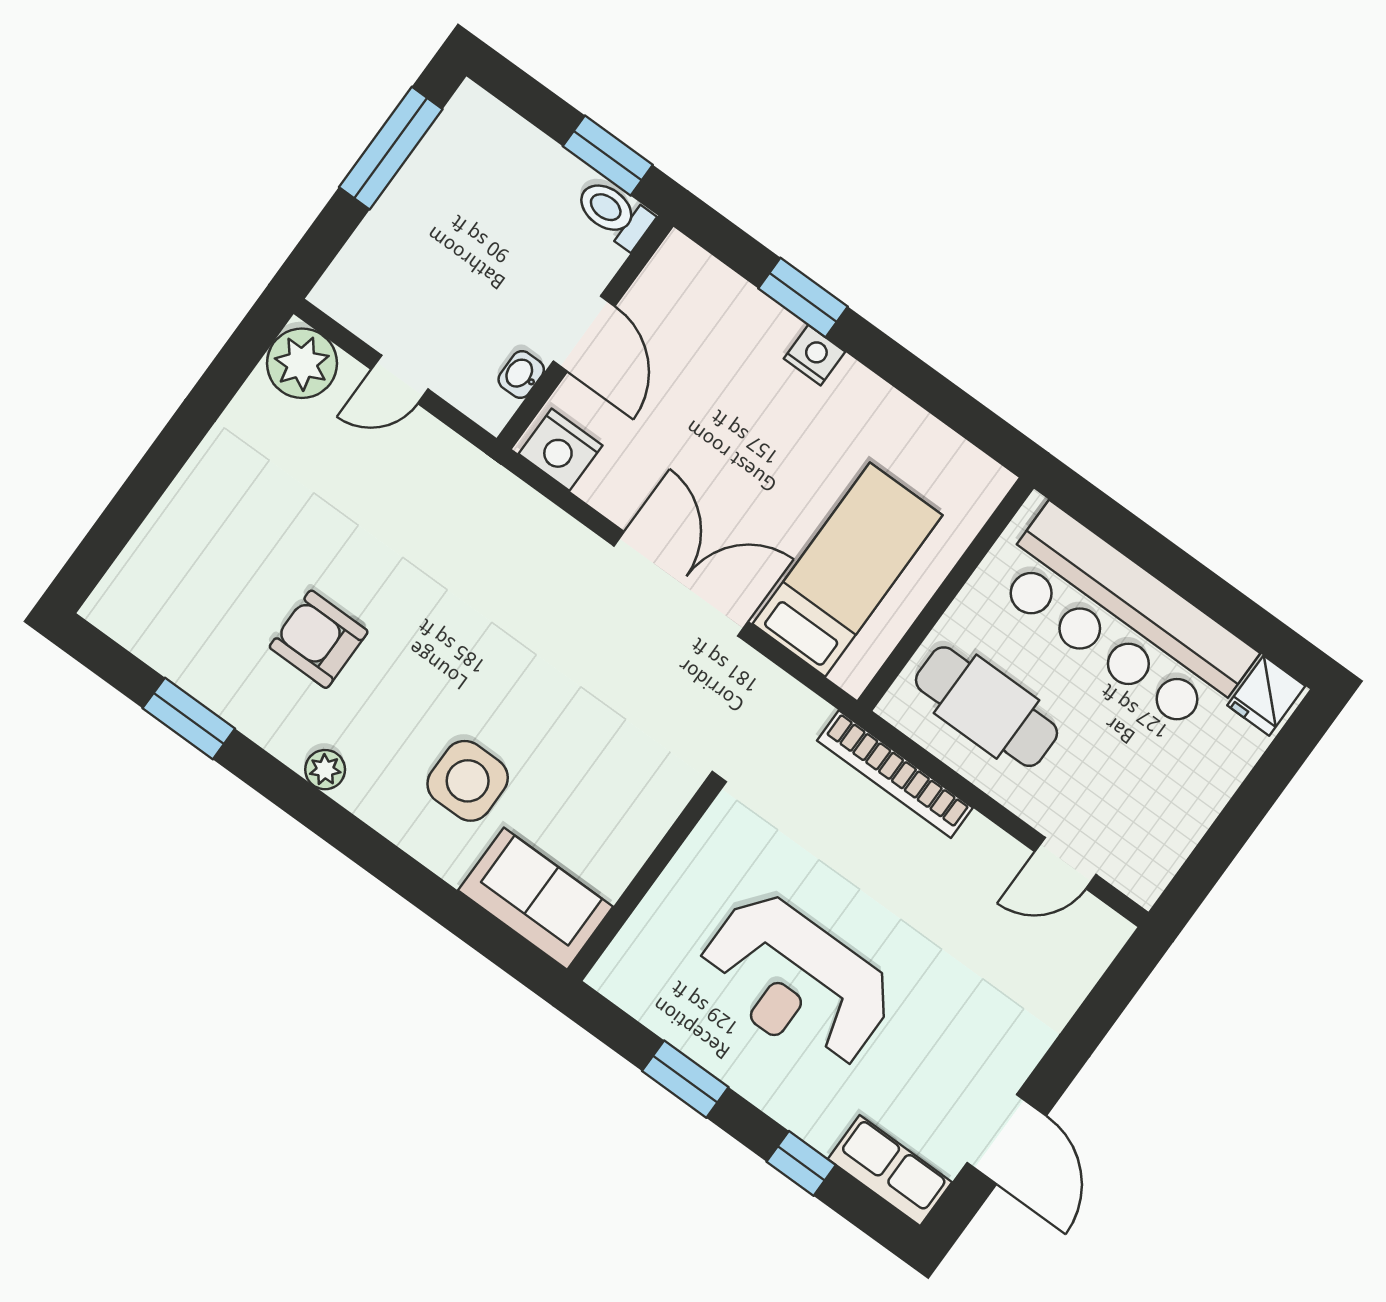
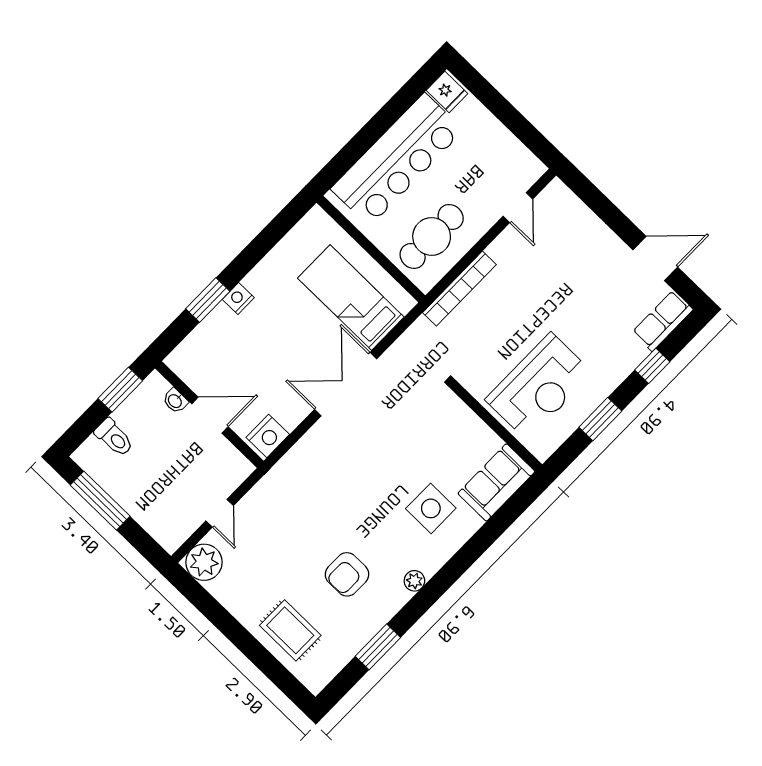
toilet: (614, 213) -> (114, 438), moved, turned -90
washbasin: (521, 375) -> (175, 401), moved
rug: (196, 547) -> (290, 630), added
reception desk: (796, 982) -> (539, 386), moved

